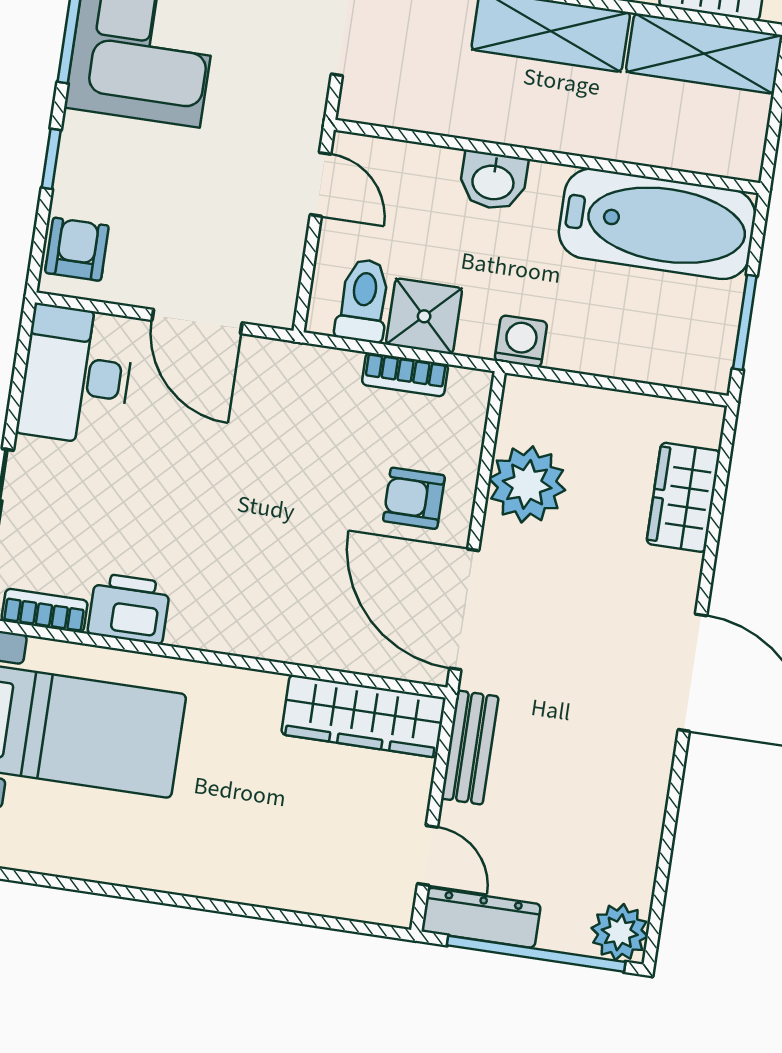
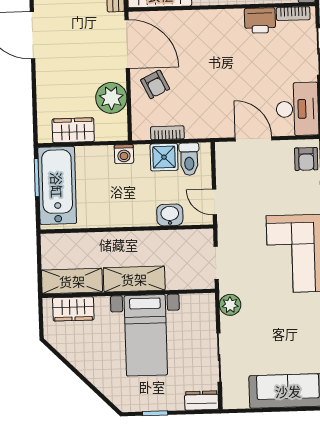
washbasin: (493, 181) -> (170, 215), moved
bathtub: (657, 224) -> (57, 185), moved, turned 90
wardrobe: (683, 497) -> (73, 130), moved, turned -90
armchair: (414, 498) -> (155, 84), turned 64

